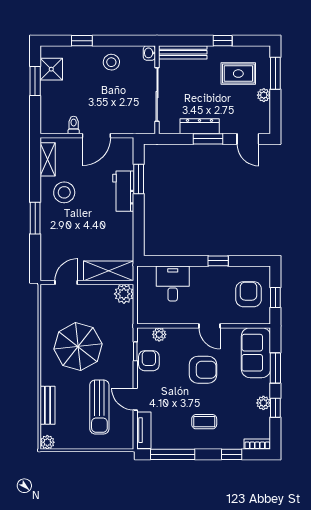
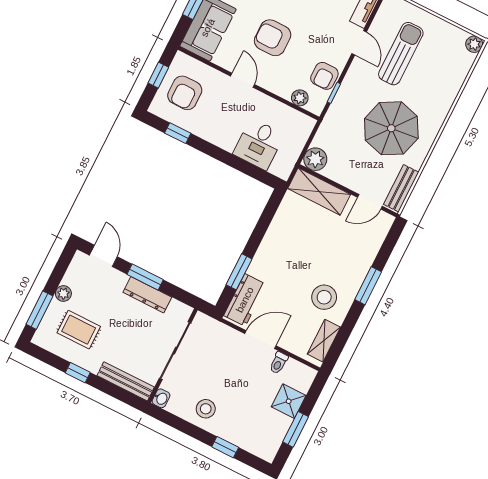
shower: (51, 69) -> (289, 401), moved
workbench: (123, 191) -> (245, 300), moved
window: (218, 261) -> (178, 133), moved
bench: (47, 405) -> (401, 188), moved

